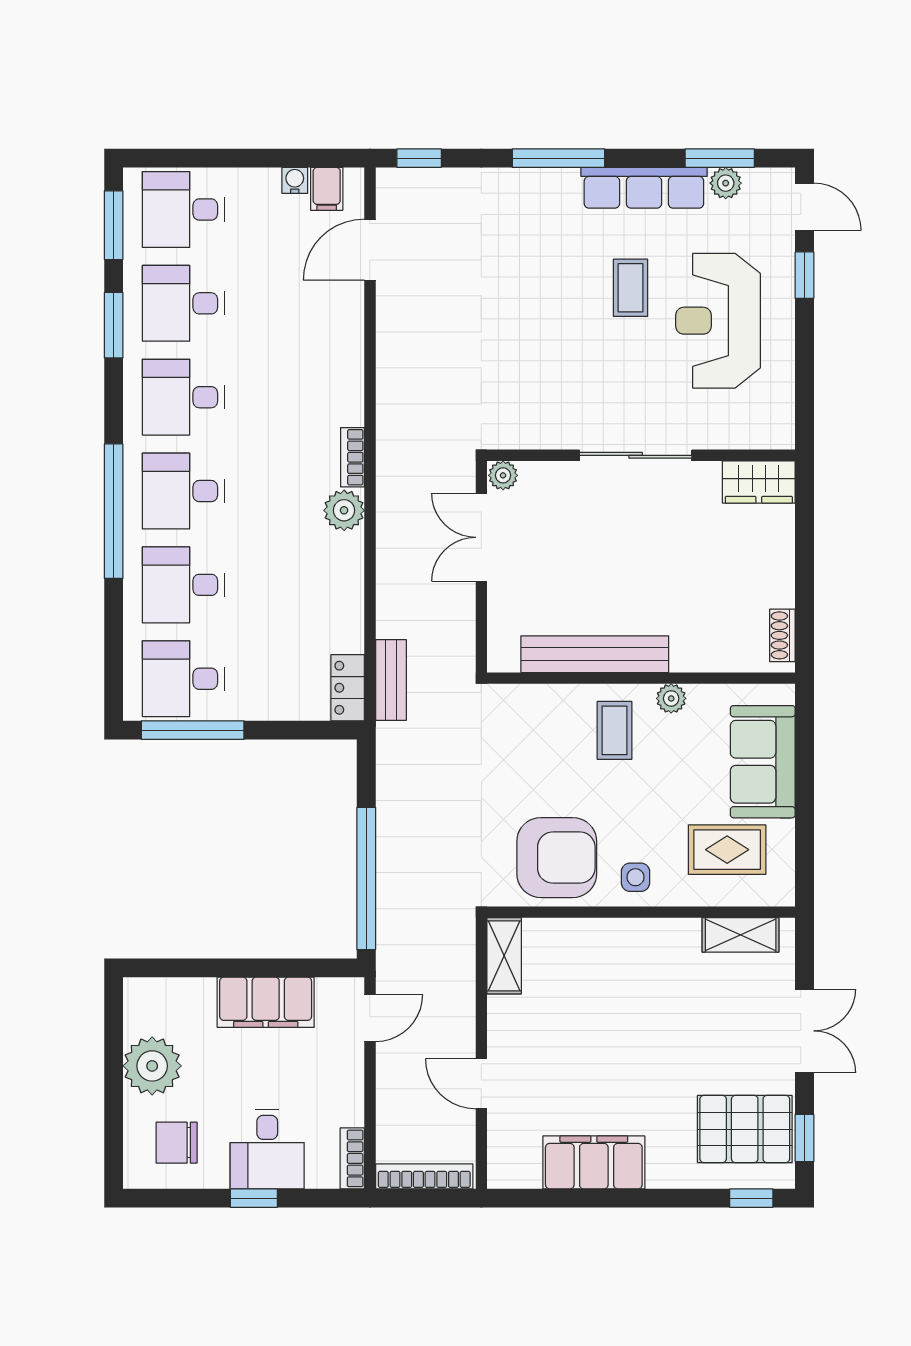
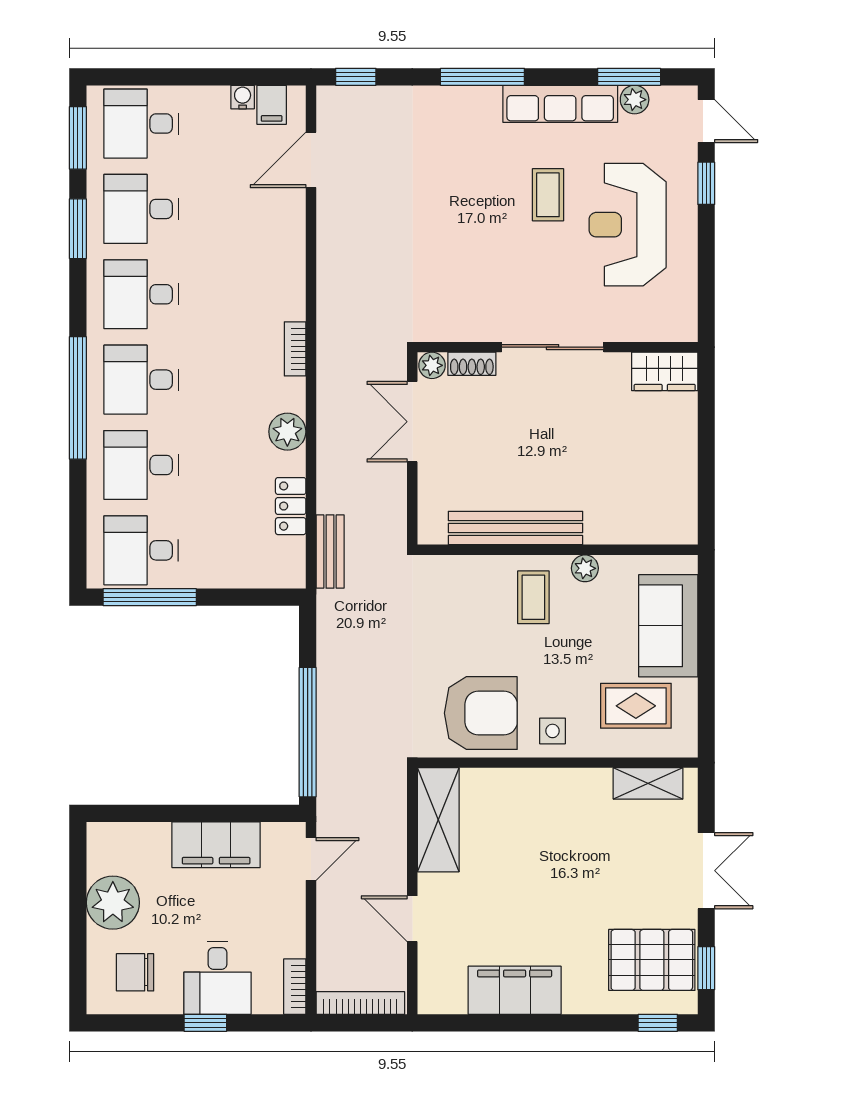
plant: (344, 510) -> (287, 432), moved
shoe rack: (782, 635) -> (472, 364), moved, turned -90
locker: (348, 688) -> (291, 506), moved
shelving: (504, 956) -> (438, 820), width x1.50, depth x1.33

